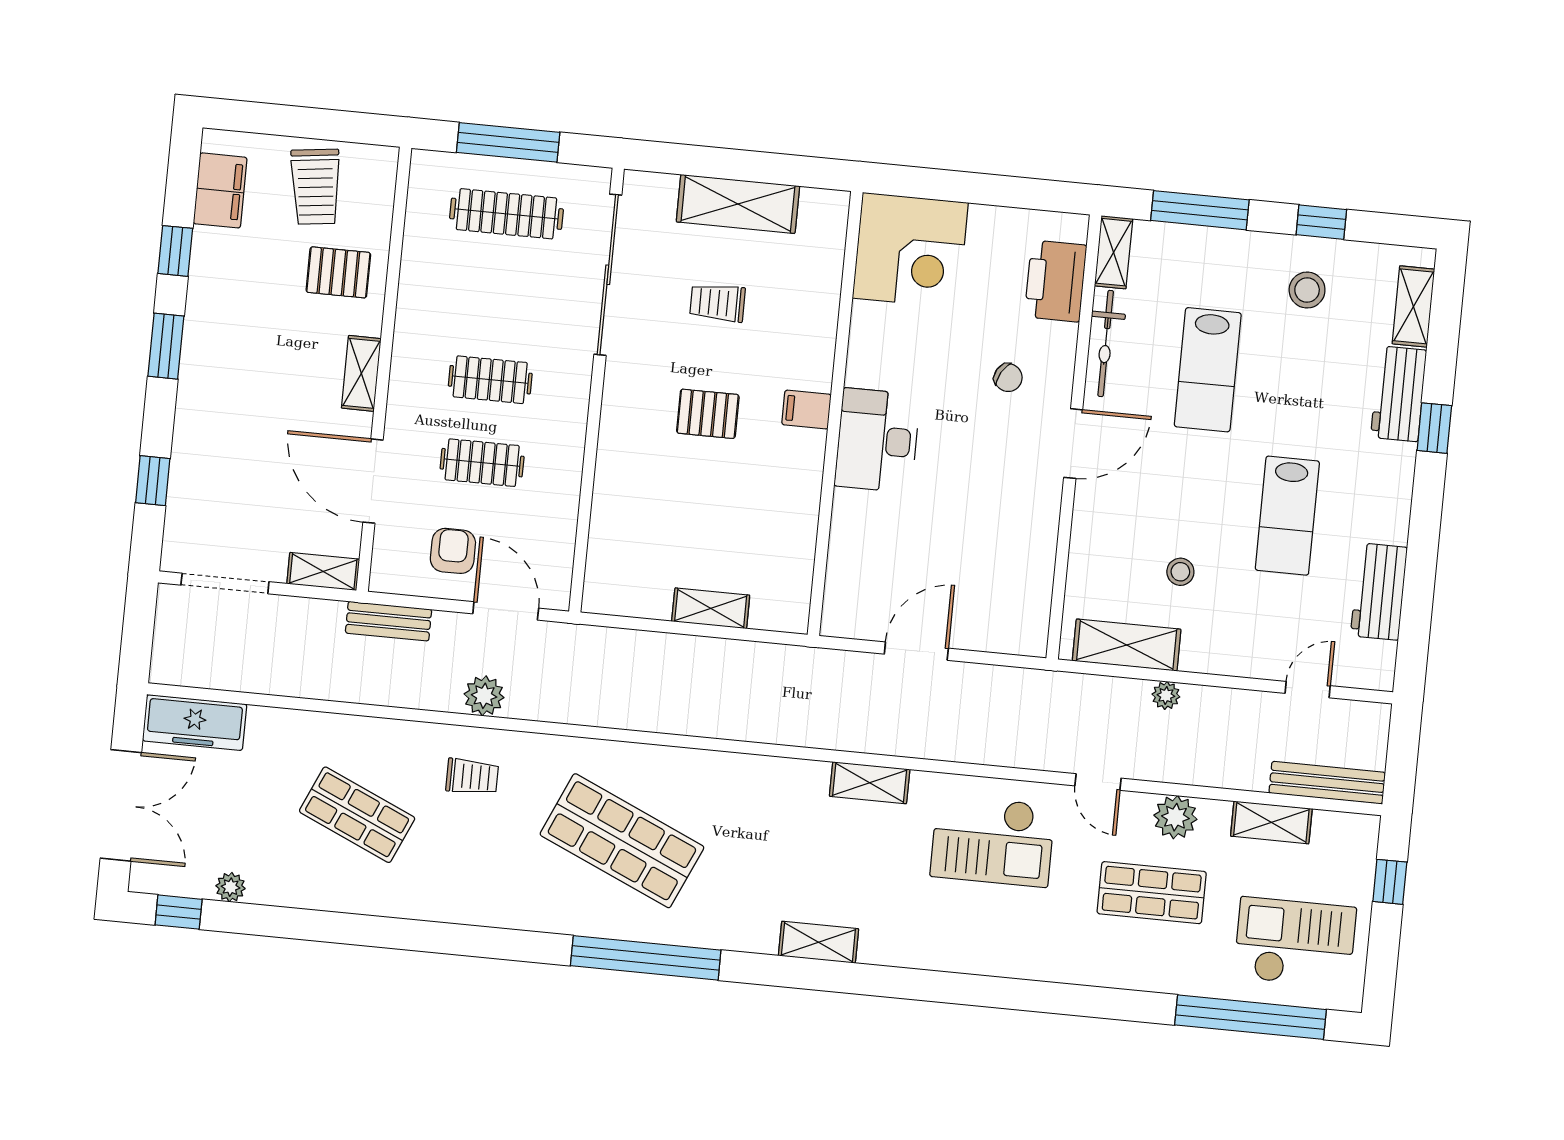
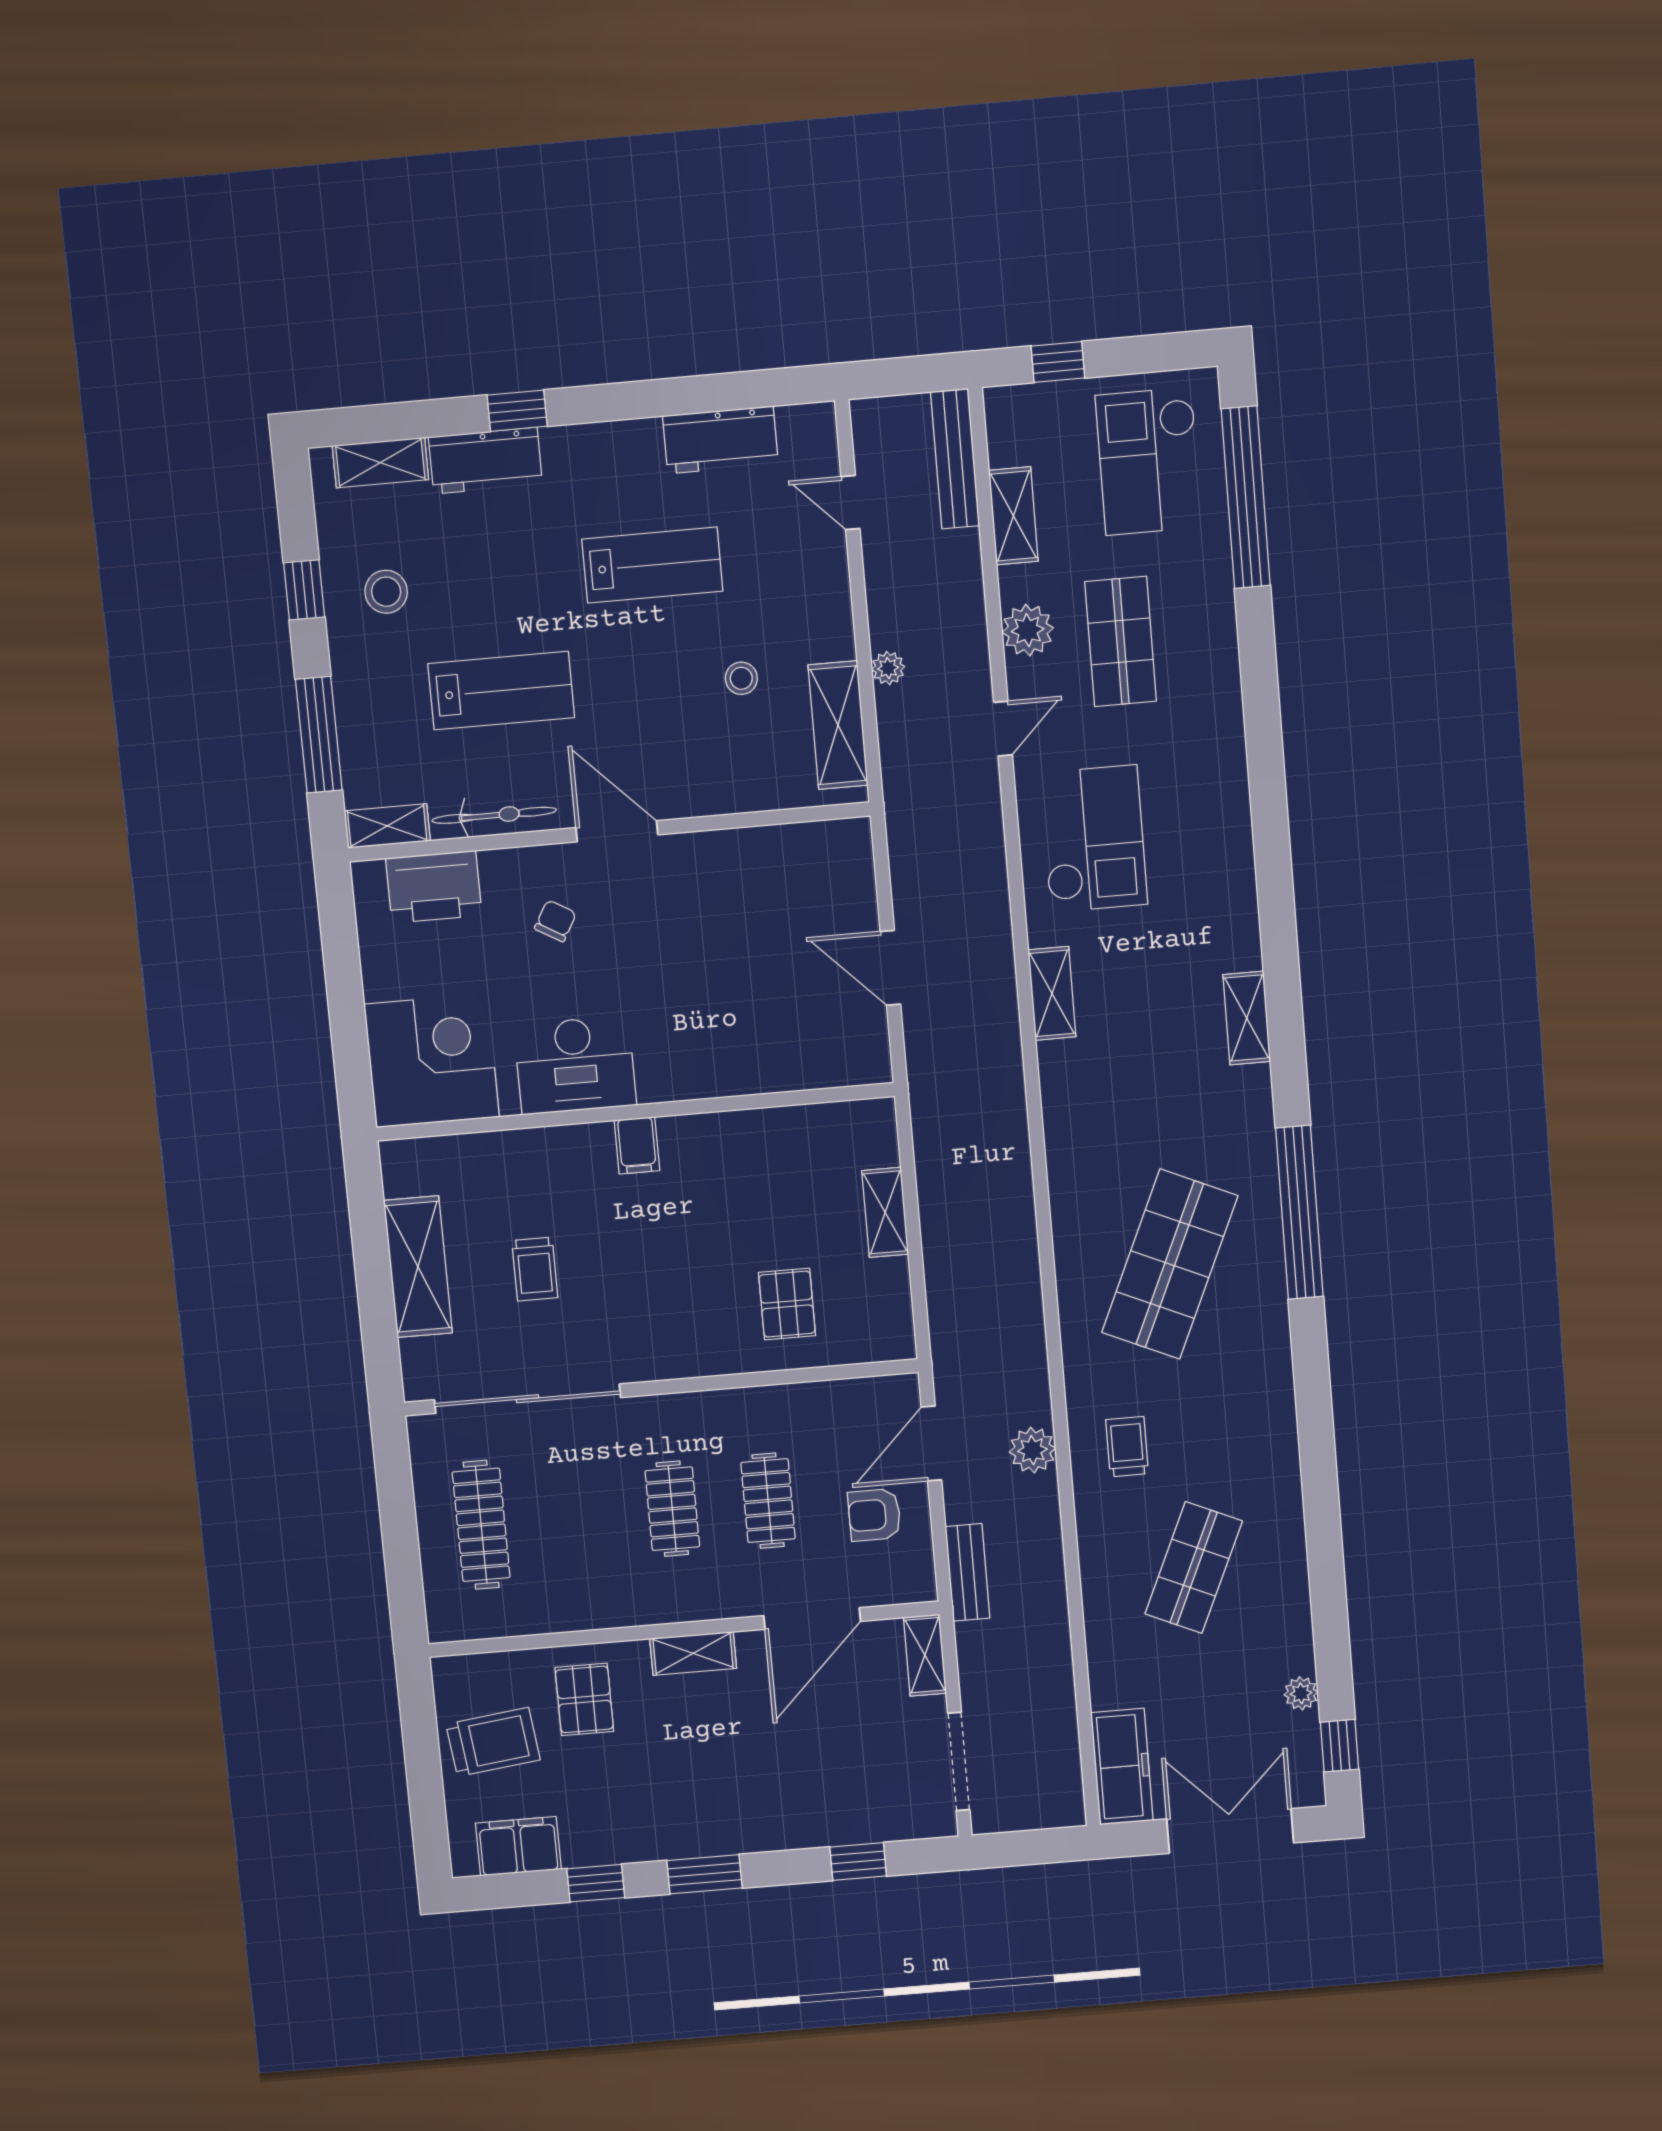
window: (508, 142) -> (400, 1538), removed
pallet: (708, 414) -> (787, 1304), moved
desk: (877, 440) -> (575, 1065), moved

